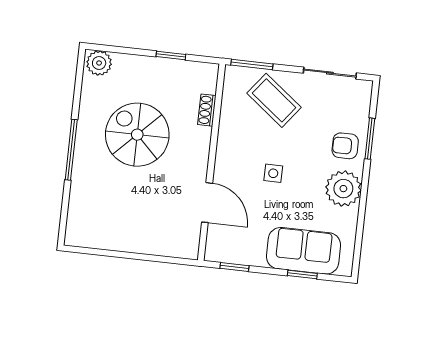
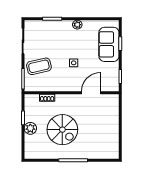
plant: (99, 63) -> (30, 128), moved
coffee table: (274, 100) -> (39, 66), turned 39
spiral stairs: (137, 135) -> (62, 130), turned -90
armchair: (345, 146) -> (57, 30), removed
plant: (343, 189) -> (77, 25), width x0.53, depth x0.53

